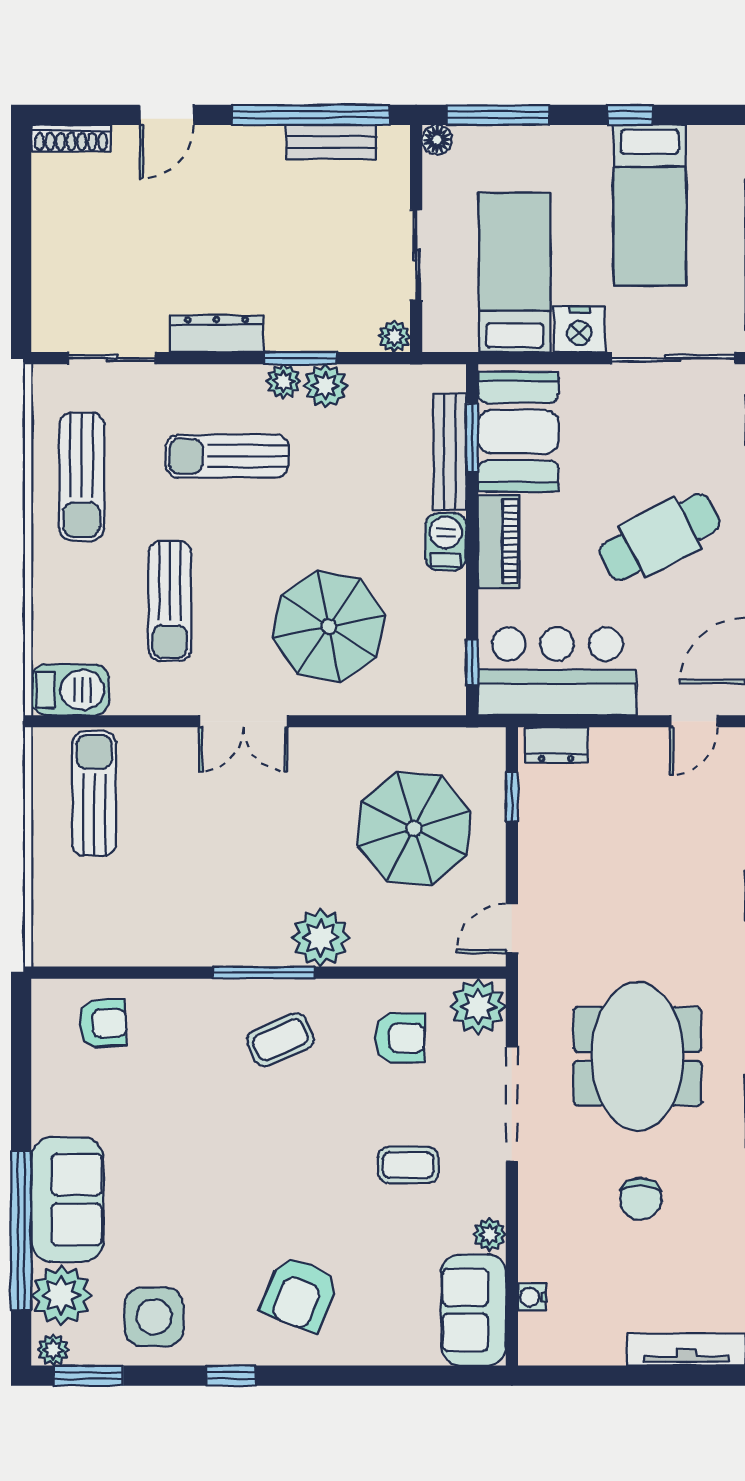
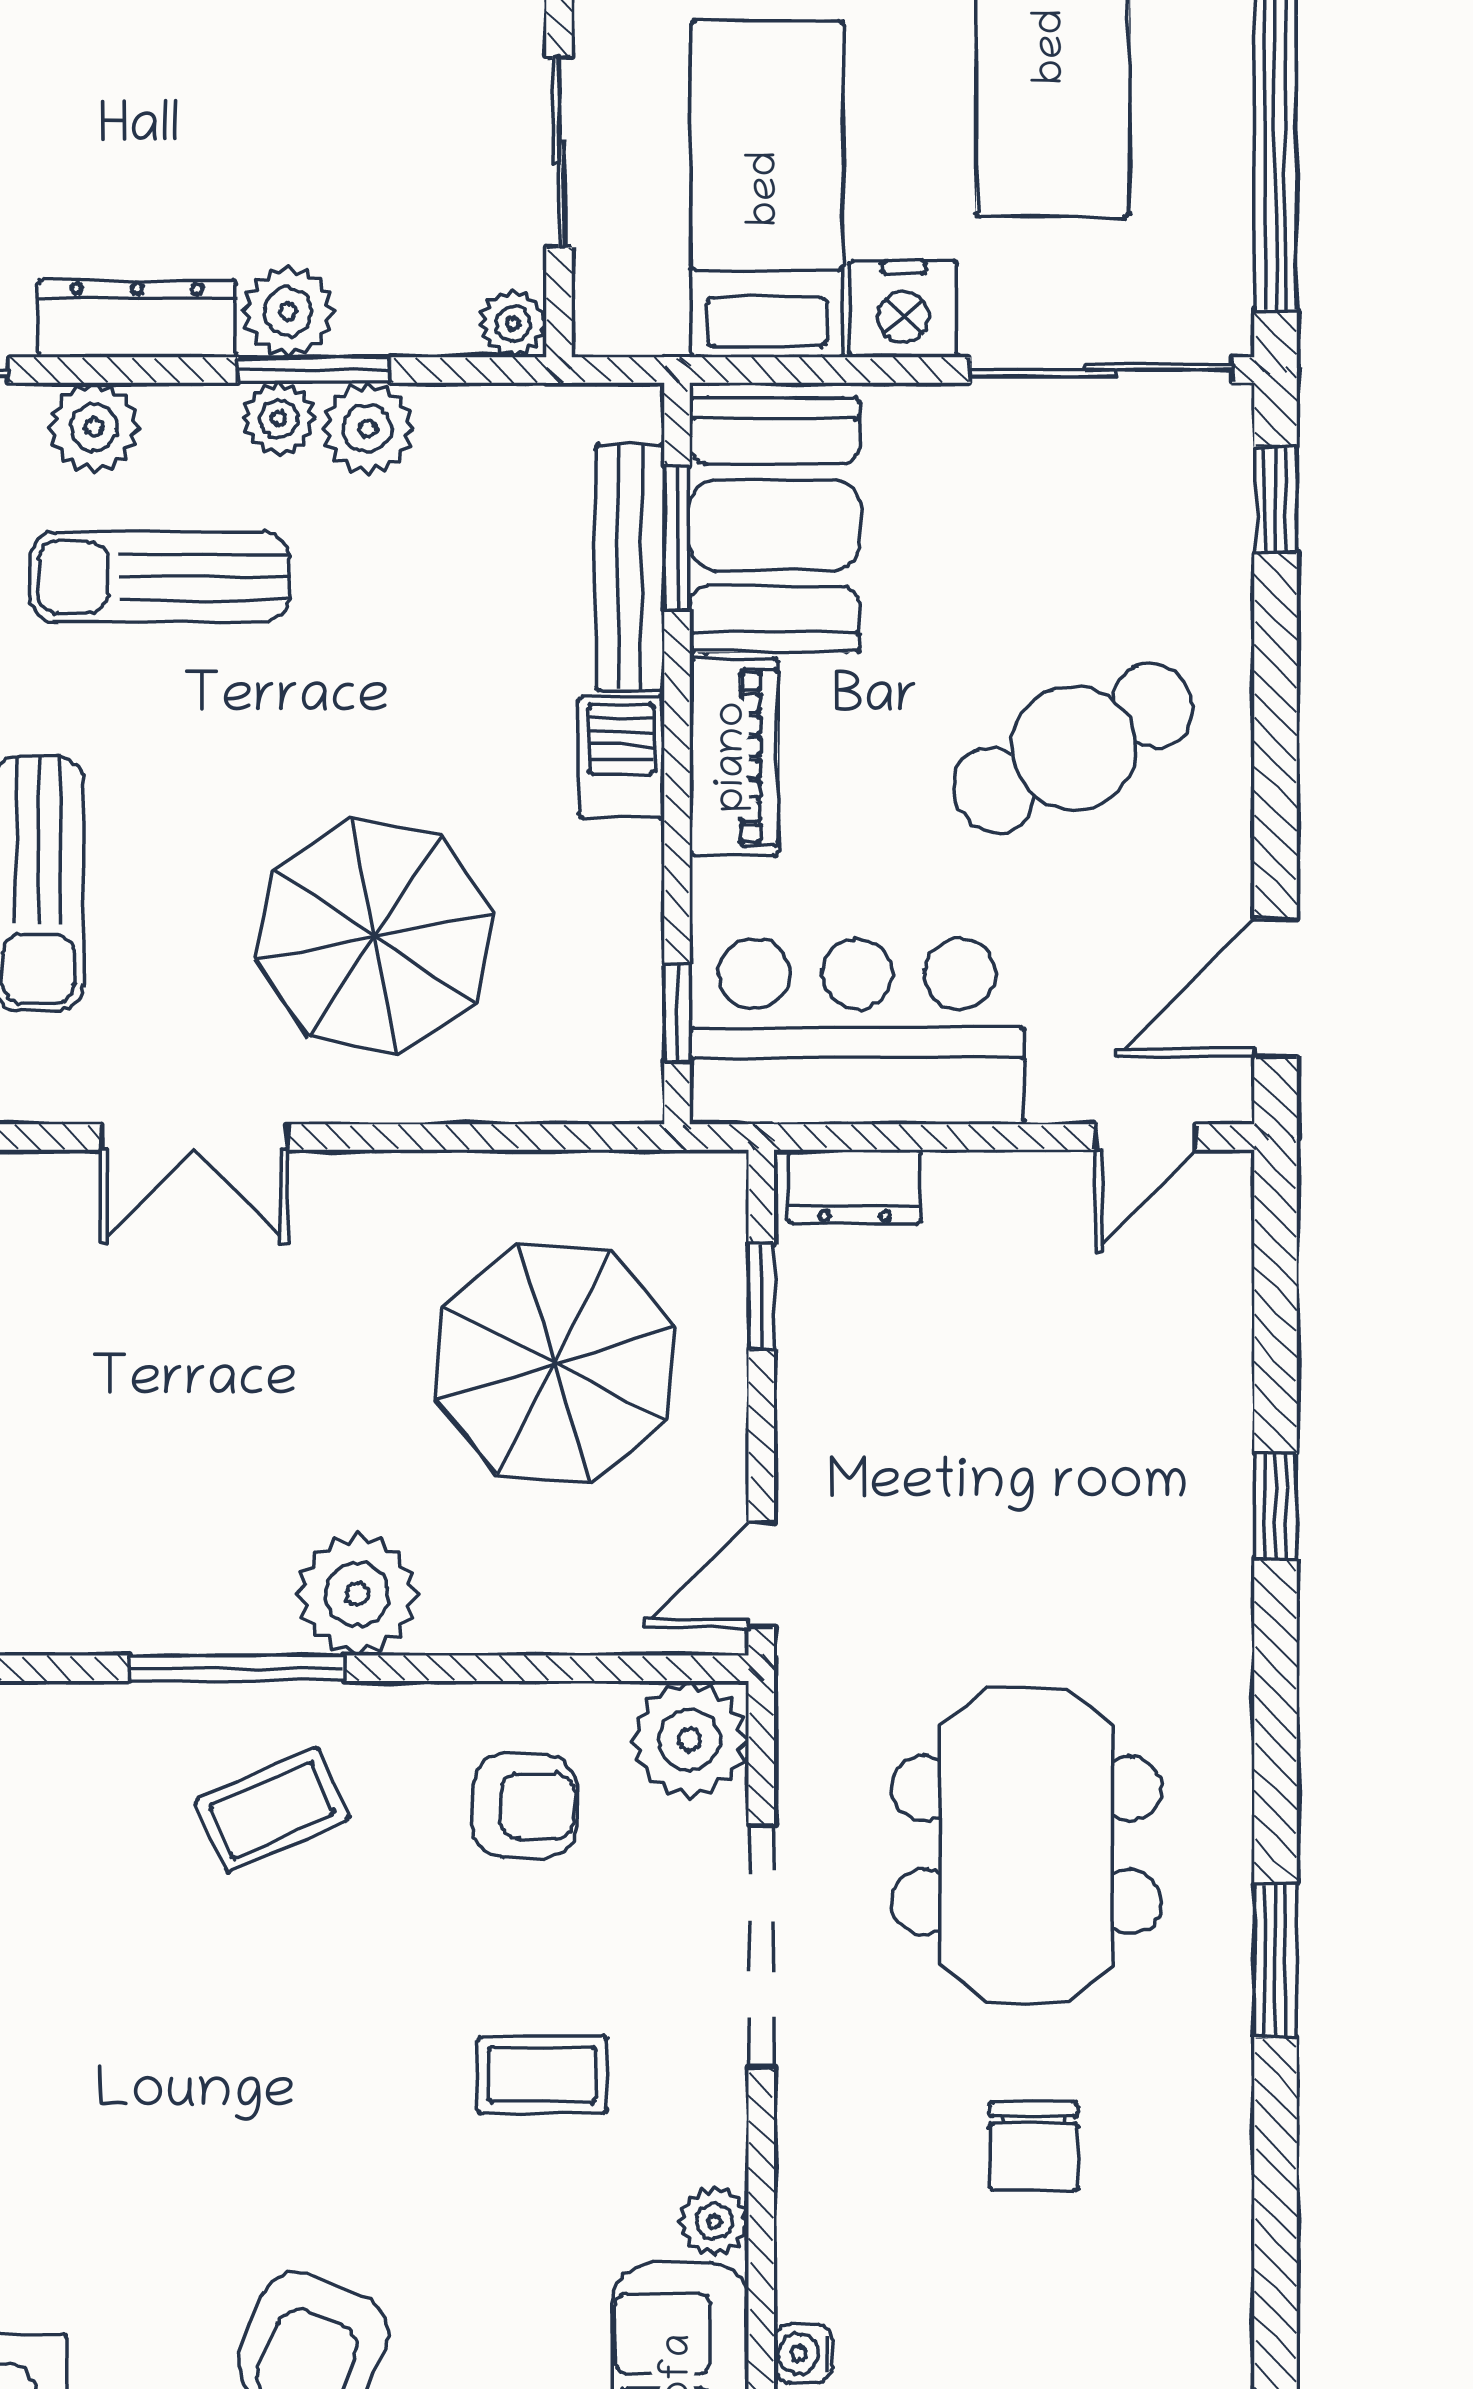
plant: (288, 331) -> (288, 311), added
plant: (196, 386) -> (94, 428), added

